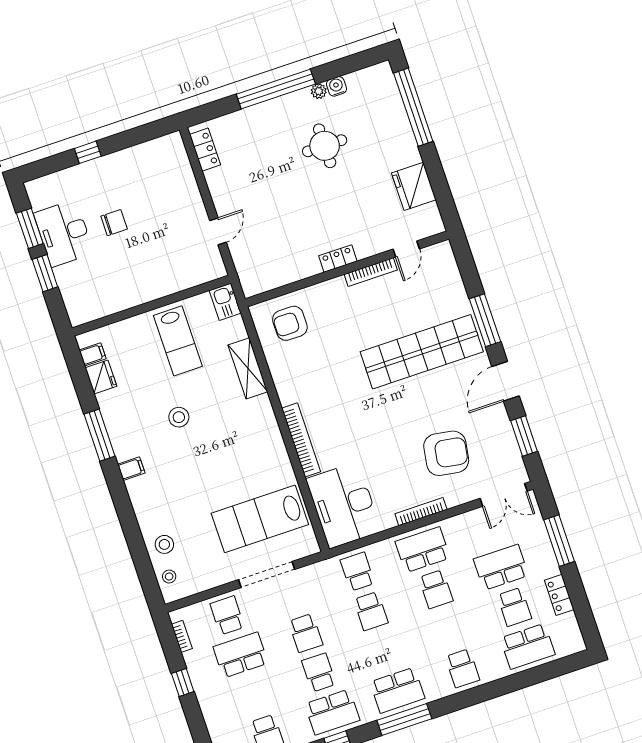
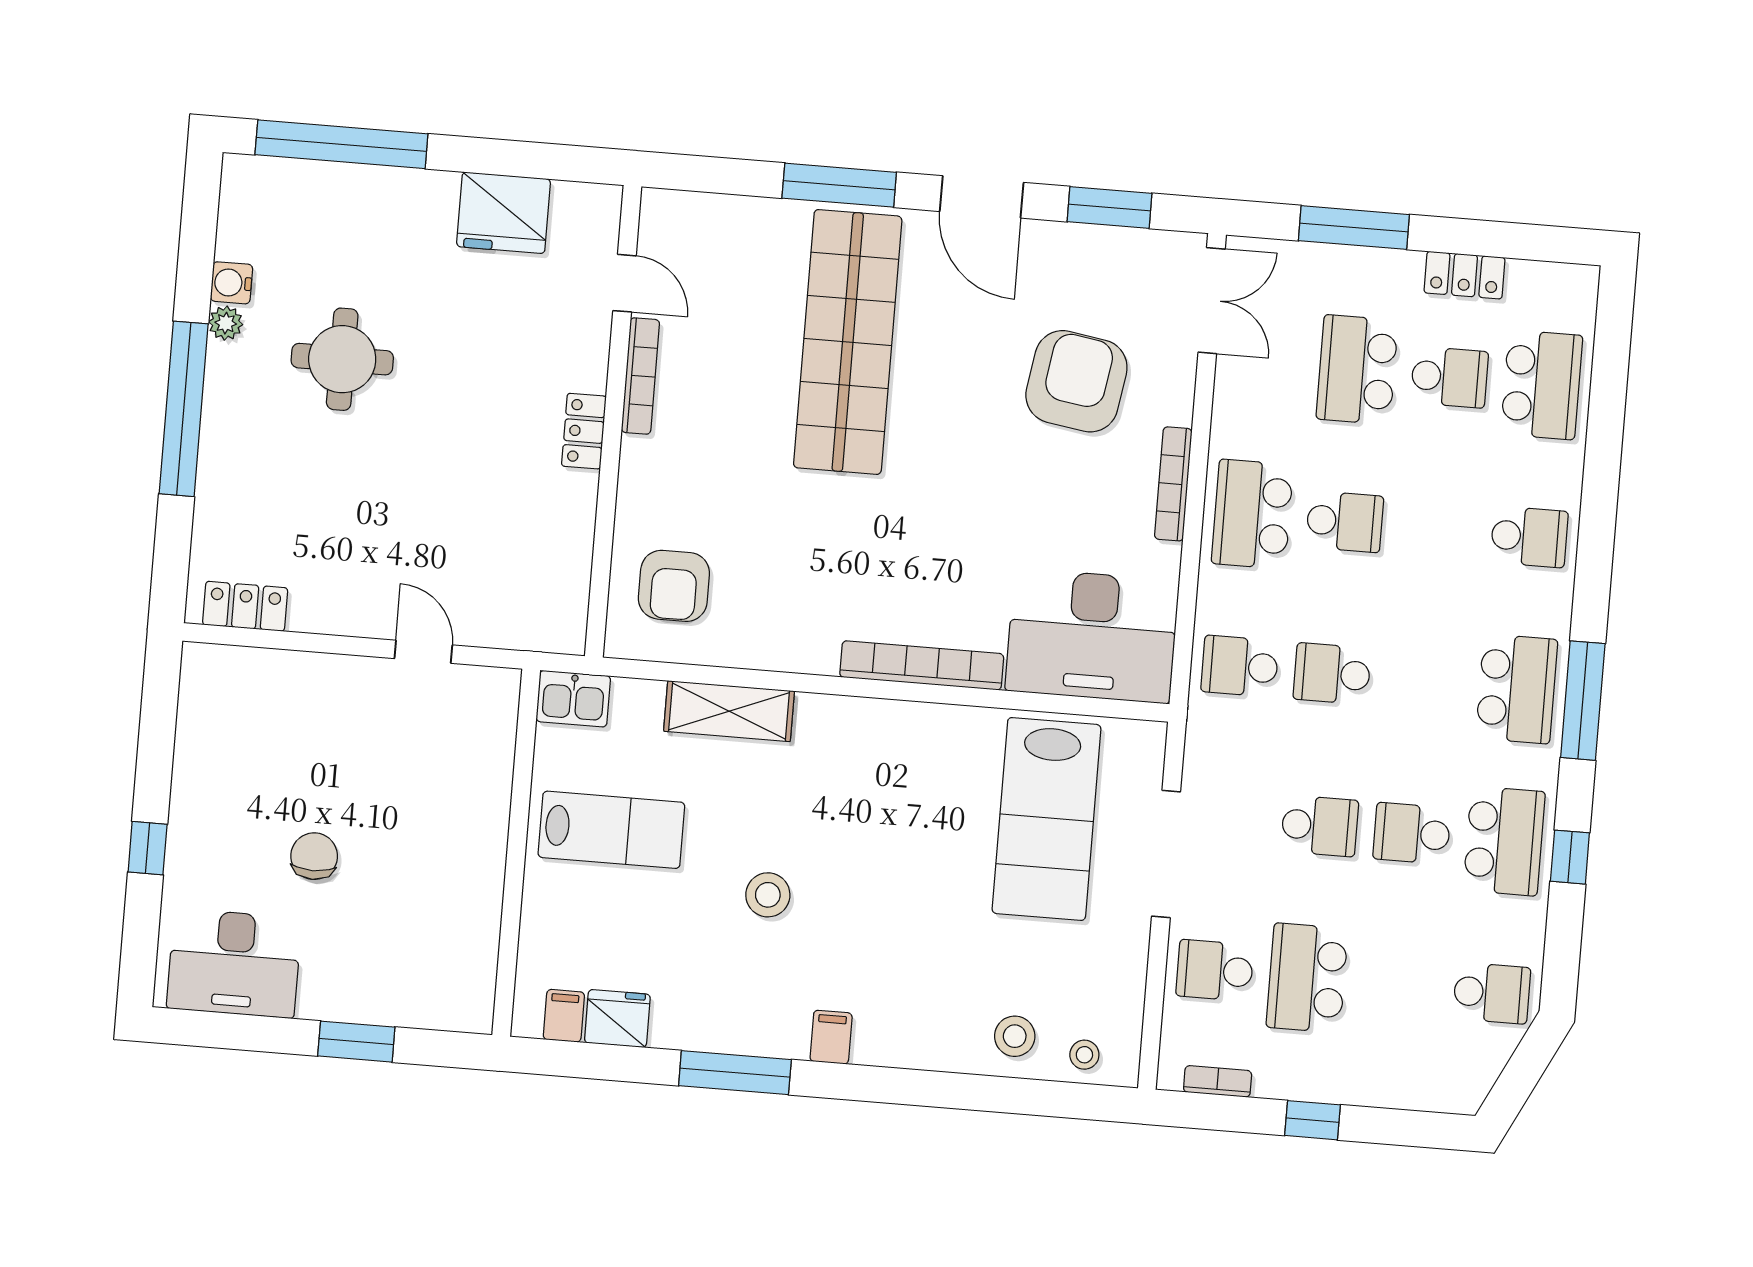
window: (30, 228) -> (252, 1033), removed
desk: (64, 233) -> (234, 963), moved
school desk: (371, 611) -> (1332, 674), turned 180

